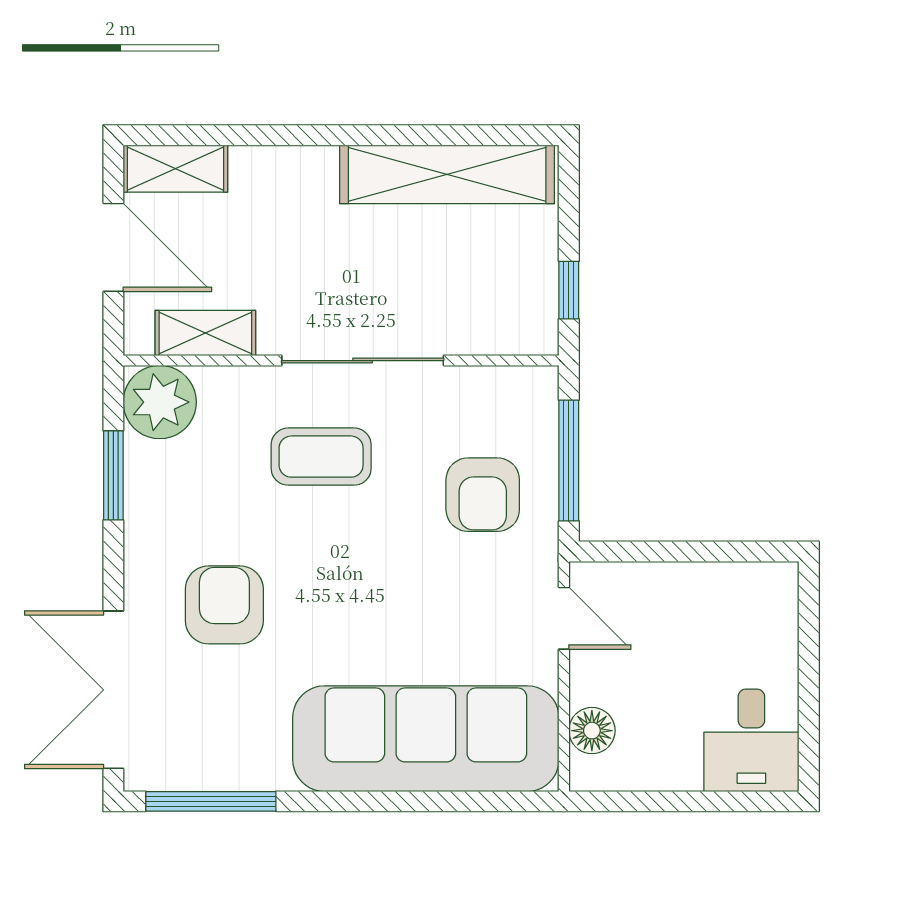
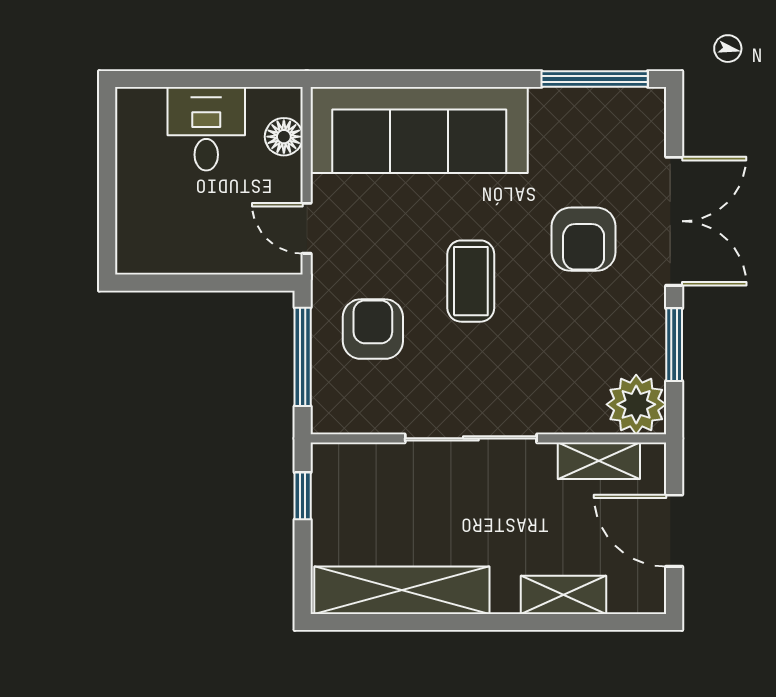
shelving: (175, 169) -> (563, 595), moved
coffee table: (321, 457) -> (471, 281), moved, turned 90
double door: (113, 690) -> (674, 221), moved
desk: (751, 740) -> (206, 129), moved

